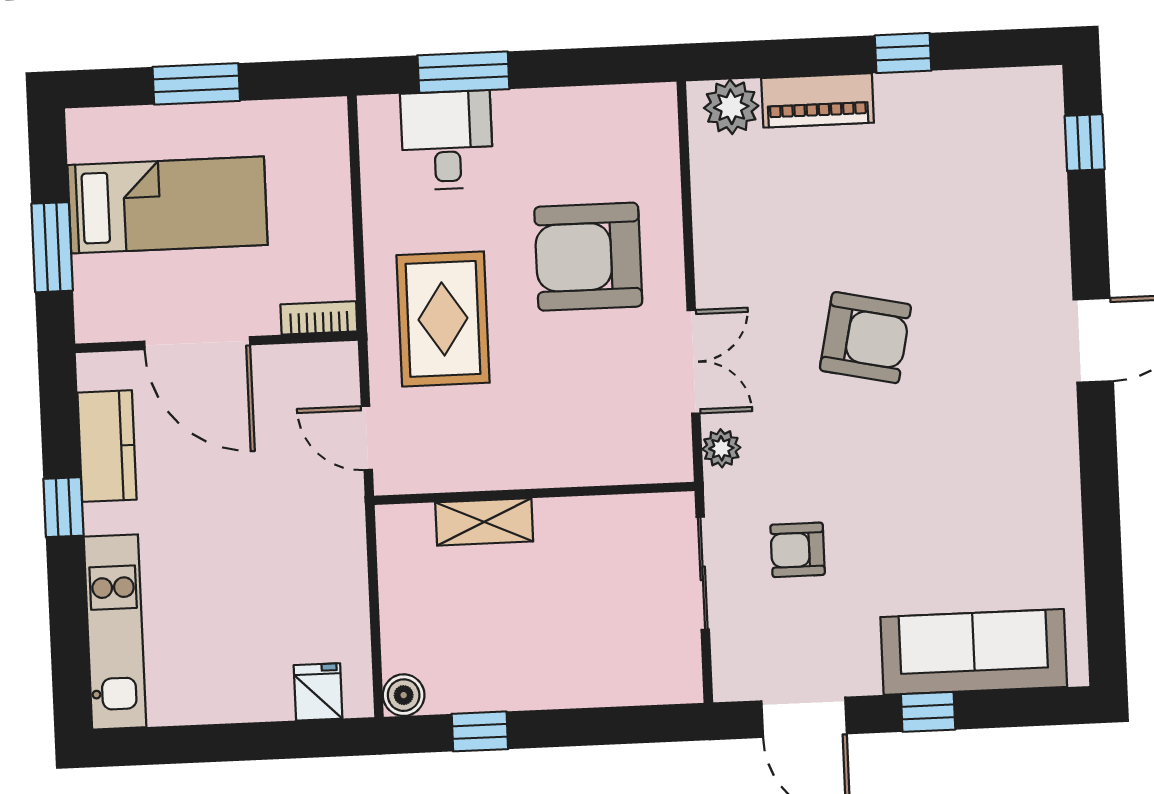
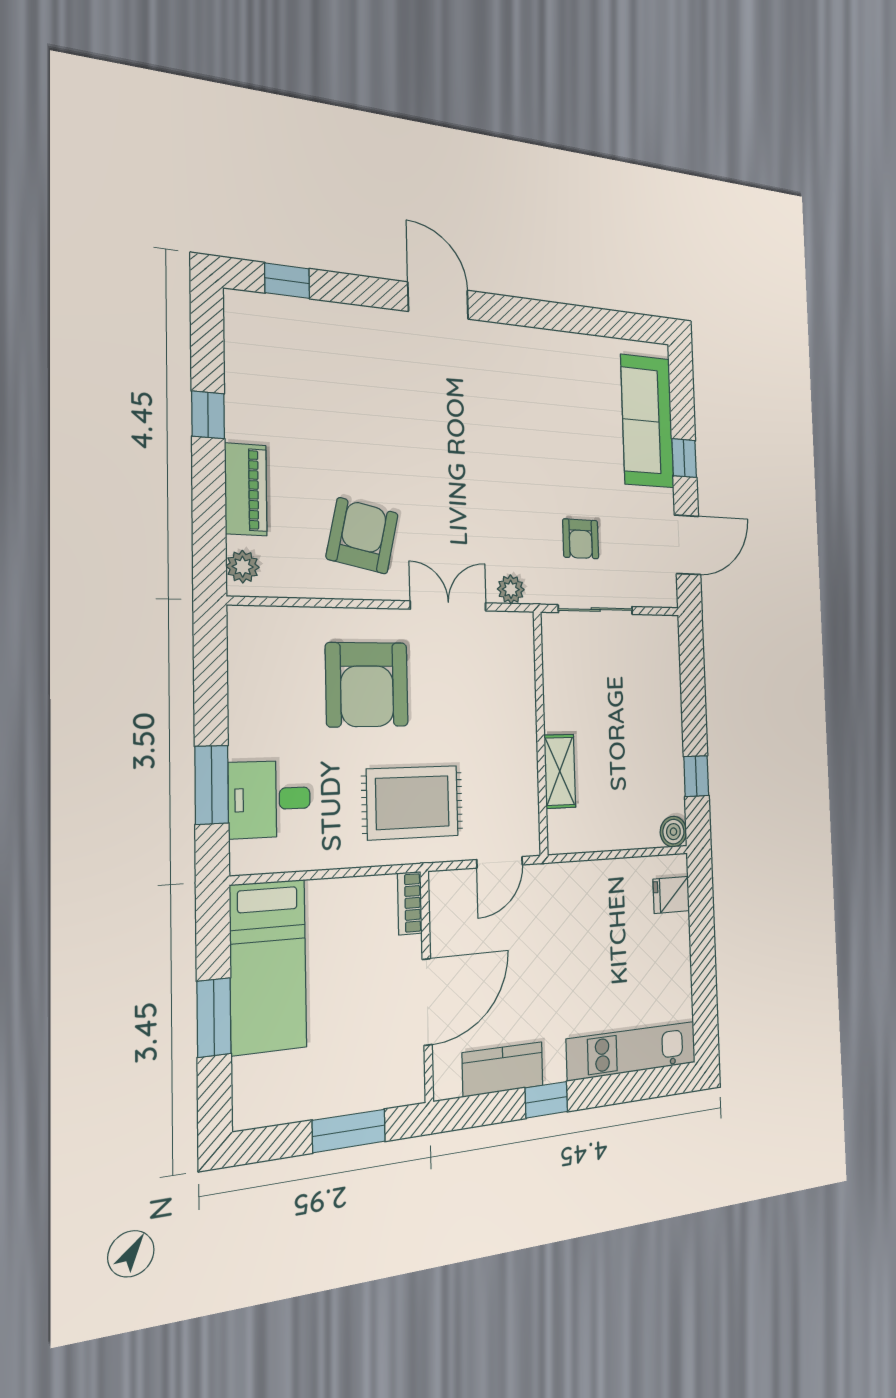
plant: (731, 107) -> (243, 567), width x0.73, depth x0.73
bed: (168, 205) -> (268, 966), moved, turned 180
armchair: (865, 338) -> (362, 536), moved

